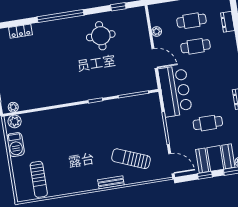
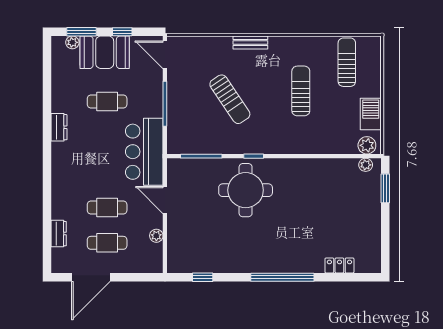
round table: (101, 36) -> (246, 190), moved, width x1.36, depth x1.36
sun lounger: (69, 153) -> (301, 91), added
sun lounger: (131, 159) -> (230, 99), moved, turned 34

